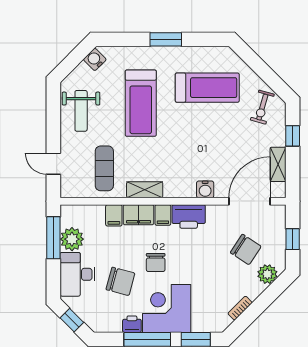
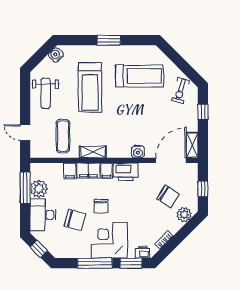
shelving: (278, 164) -> (192, 145), moved
printer: (132, 324) -> (143, 252), moved

